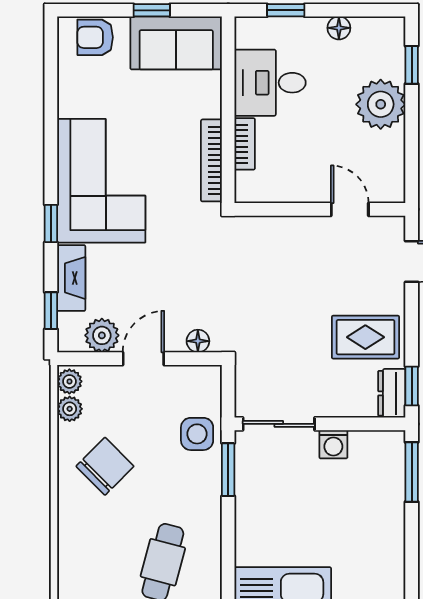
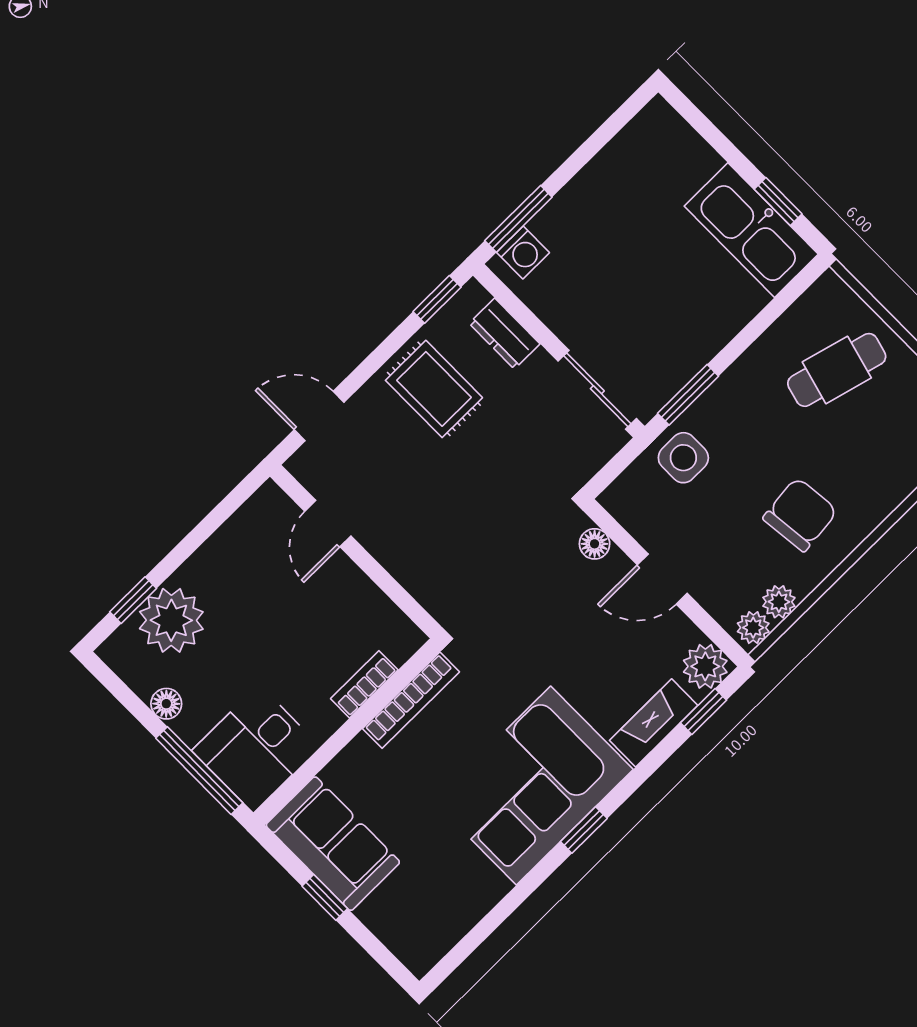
window: (286, 10) -> (199, 771), width x2.17
armchair: (95, 37) -> (403, 926), removed
desk: (270, 83) -> (256, 749), moved, turned 90
plant: (381, 104) -> (171, 620), moved
window: (51, 223) -> (584, 830), moved
plant: (102, 335) -> (705, 666), moved
dresser: (392, 393) -> (504, 334), moved, turned 90
washing machine: (333, 444) -> (523, 252), moved, turned 90
chair: (105, 466) -> (800, 515), turned 129

